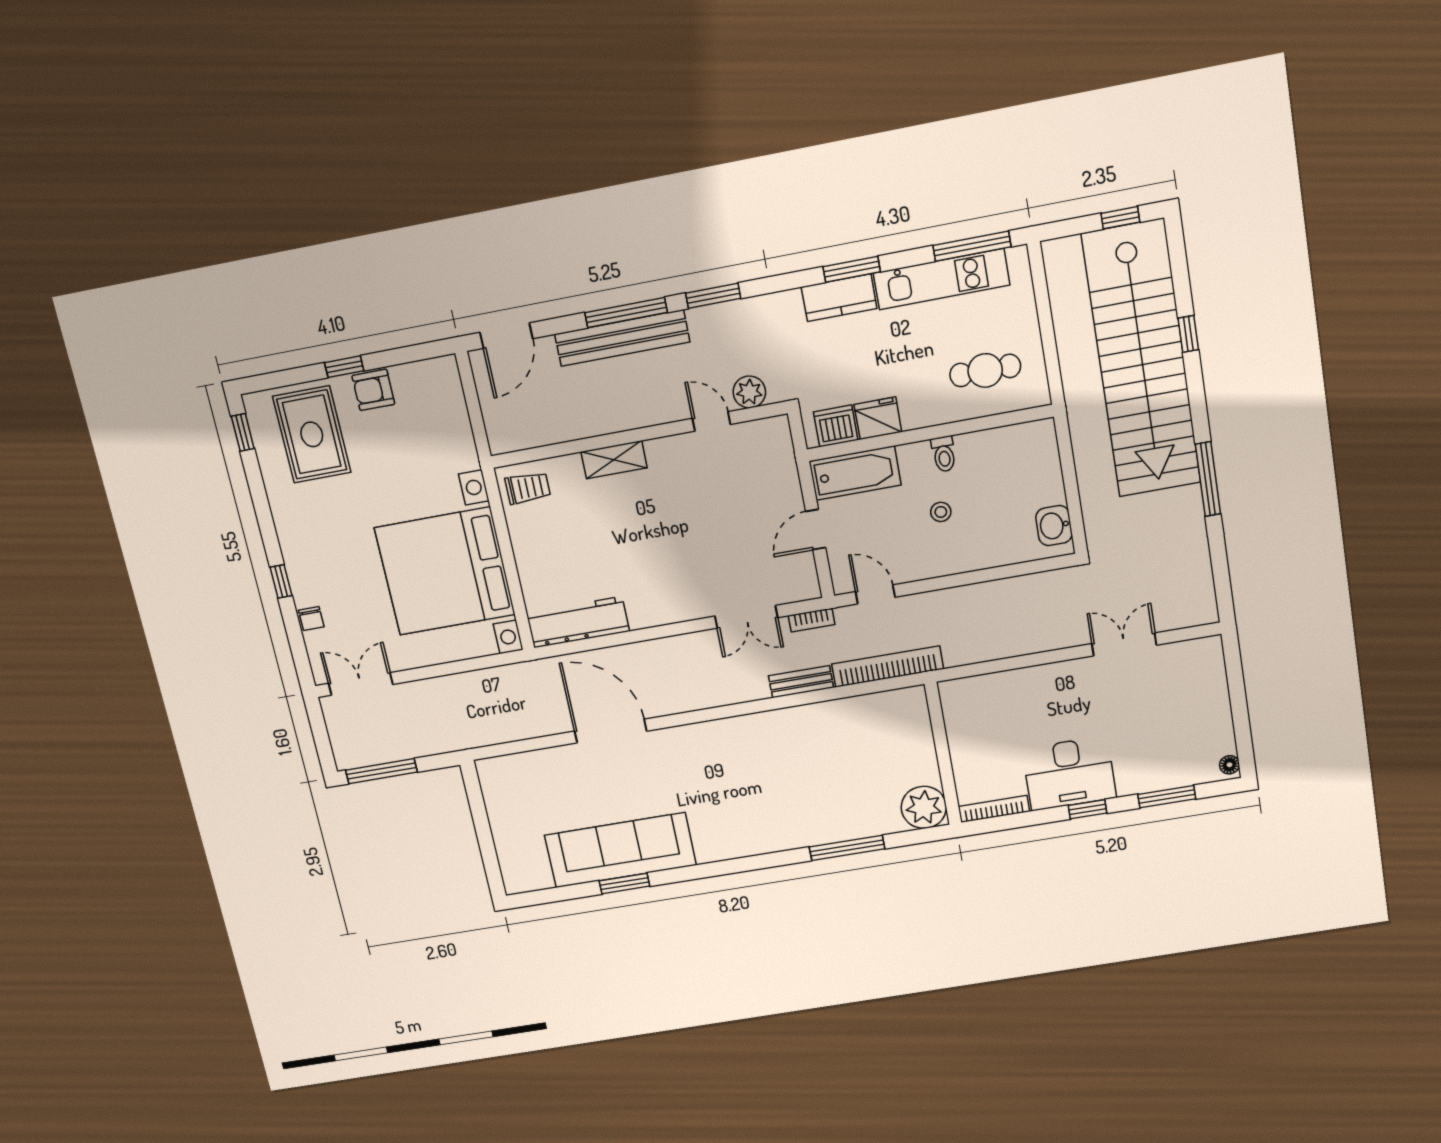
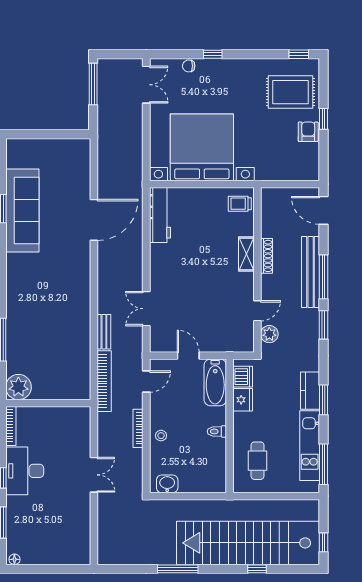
shoe rack: (610, 423) -> (267, 256), added
trolley: (528, 488) -> (240, 204), turned 90
stool: (941, 512) -> (161, 436), moved
bookcase: (812, 620) -> (138, 428), moved, width x1.56
double door: (1124, 644) -> (94, 475), moved

